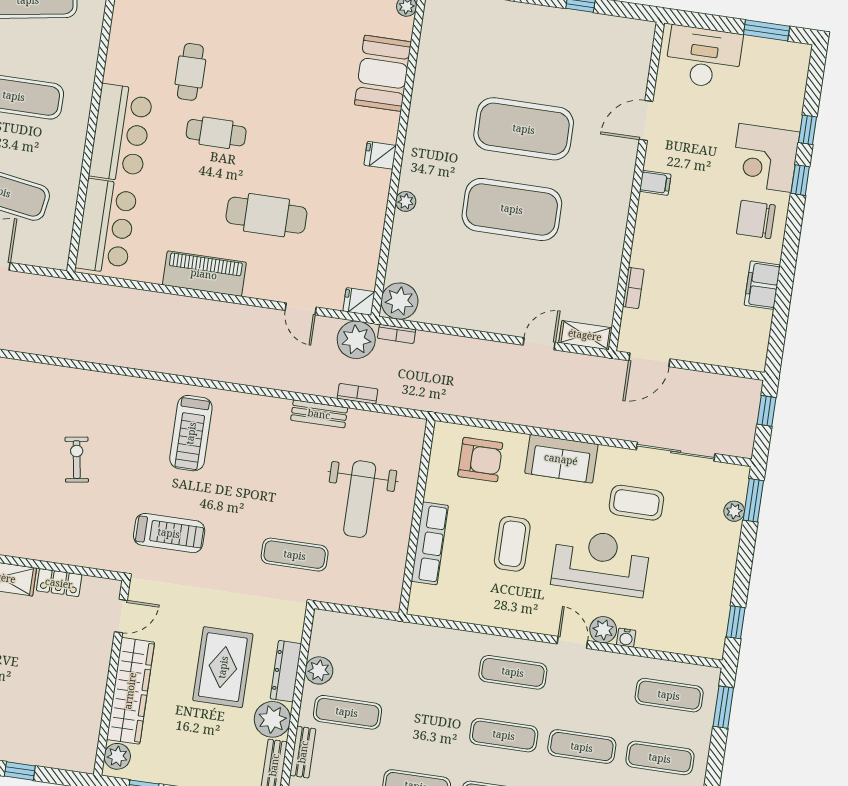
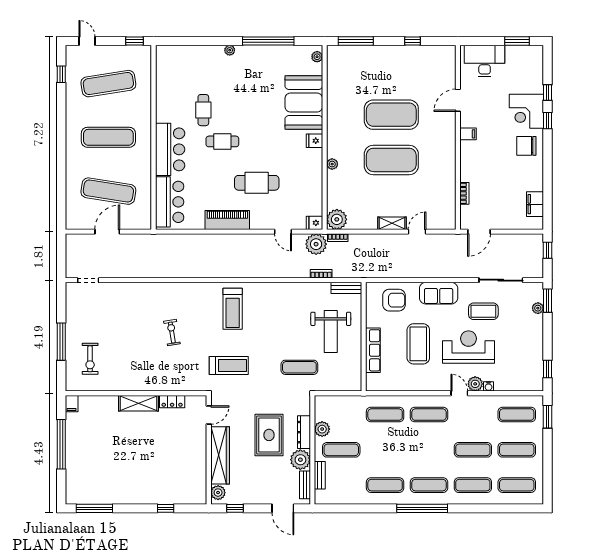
booth: (383, 73) -> (304, 103), width x1.36, depth x1.42
filing cabinet: (762, 285) -> (535, 204), moved
shelving: (585, 335) -> (392, 223), moved
bench: (319, 414) -> (346, 288), moved
coffee table: (512, 544) -> (418, 344), width x1.36, depth x1.32
exercise mat: (504, 735) -> (385, 415), moved

